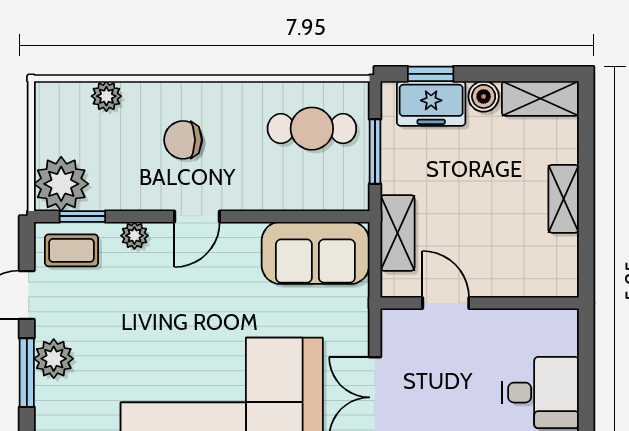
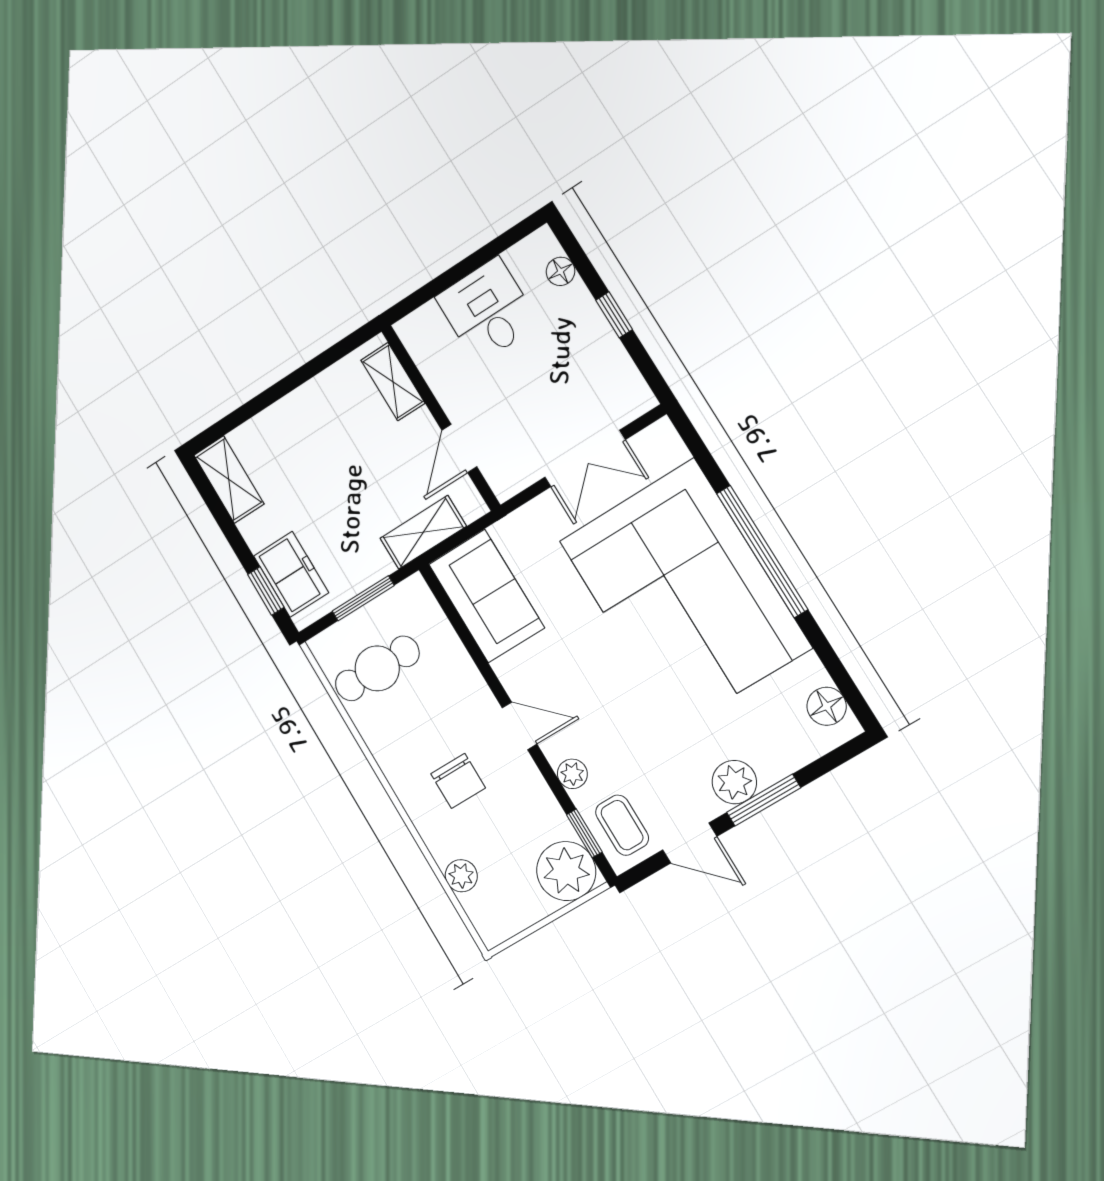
boiler: (484, 96) -> (257, 531), removed
cafe table: (312, 129) -> (377, 668), turned 90
shelving: (564, 199) -> (393, 382), moved, turned 90

